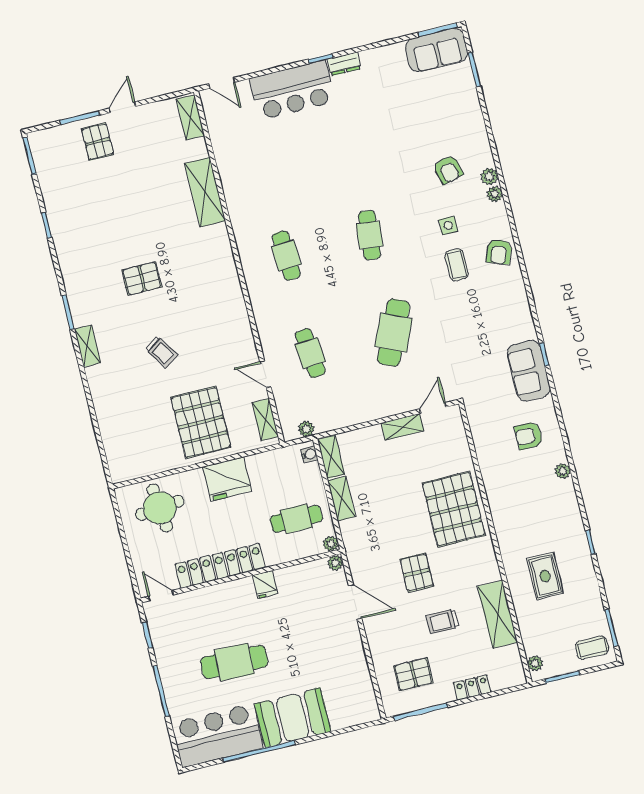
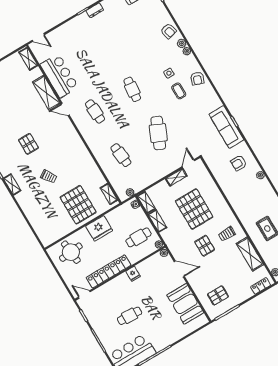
bar counter: (292, 90) -> (59, 76), moved, turned -90
armchair: (448, 170) -> (169, 31), moved
pallet: (142, 278) -> (28, 144), turned 90
sofa: (529, 371) -> (226, 127), width x1.36
door: (265, 374) -> (65, 109), moved
pallet: (454, 509) -> (194, 209), moved
trolley: (443, 621) -> (227, 234), moved
cafe table: (234, 662) -> (130, 316), width x0.73, depth x0.74
locker: (472, 688) -> (261, 286), moved
booth: (293, 718) -> (185, 304), moved, turned 90

